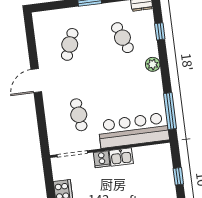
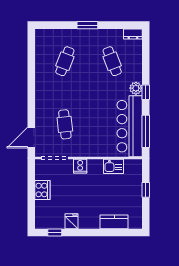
window: (160, 31) -> (146, 92), moved
door: (36, 81) -> (31, 138), moved
bar counter: (134, 130) -> (130, 126), moved, turned -90
kitchen sink: (121, 157) -> (113, 166), moved

